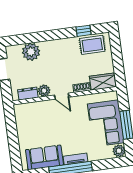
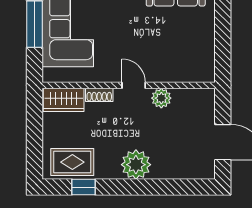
plant: (31, 52) -> (136, 165), moved
dresser: (28, 94) -> (189, 97), removed

